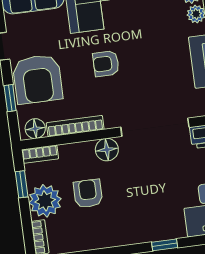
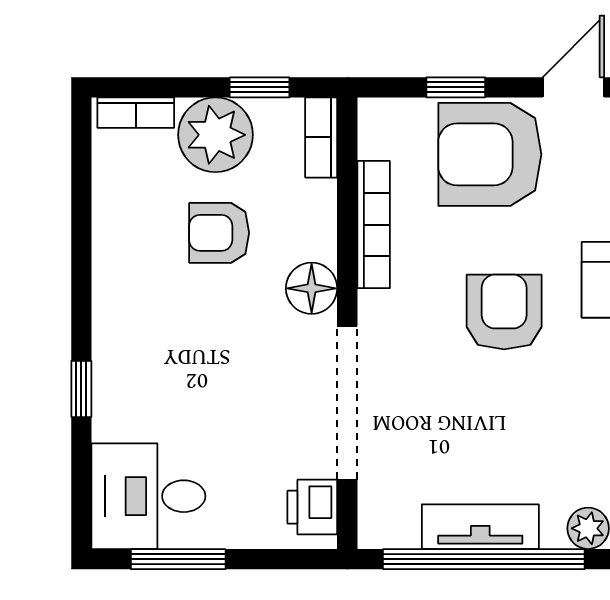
armchair: (106, 64) -> (504, 312), width x1.38, depth x1.38
floor lamp: (35, 129) -> (380, 134), removed
armchair: (88, 193) -> (219, 233), turned 180

